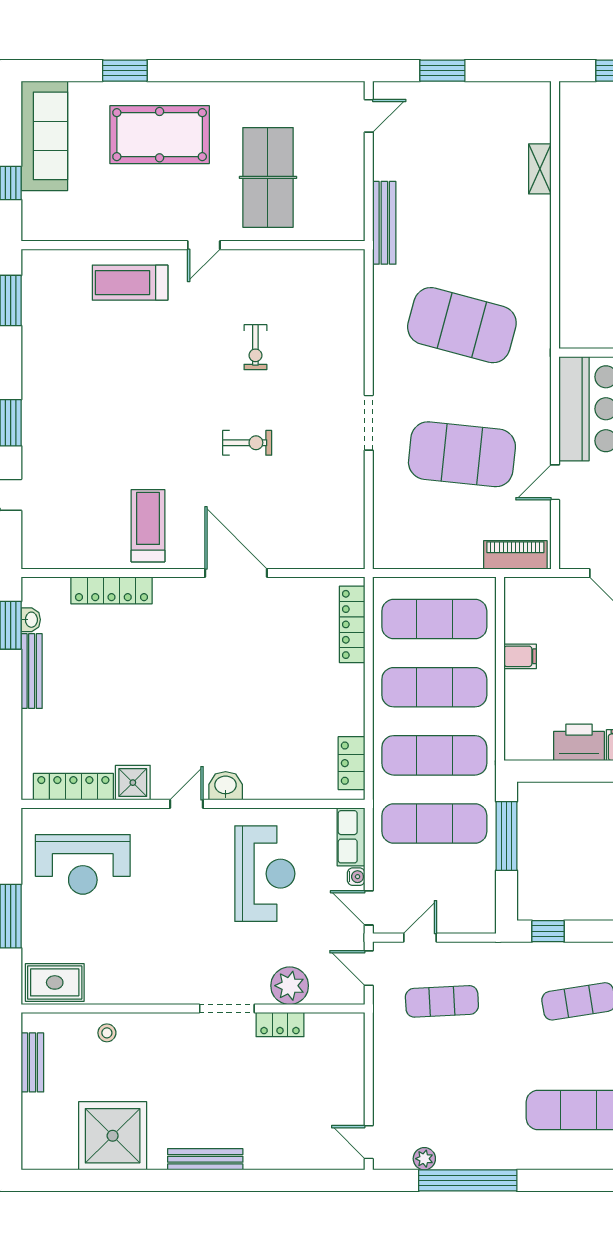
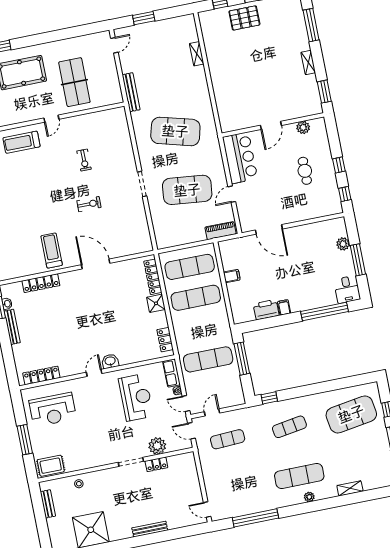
exercise mat: (434, 755) -> (202, 329), removed
shower: (133, 783) -> (156, 303), moved
bench: (205, 1159) -> (150, 529), moved
plant: (424, 1159) -> (309, 497), moved

